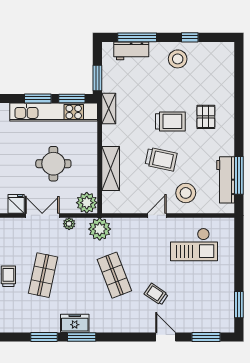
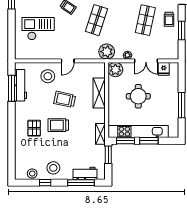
stool: (209, 51) -> (32, 174), added
checkout: (194, 245) -> (38, 29), moved
shop shelf: (114, 275) -> (97, 20), turned 39

